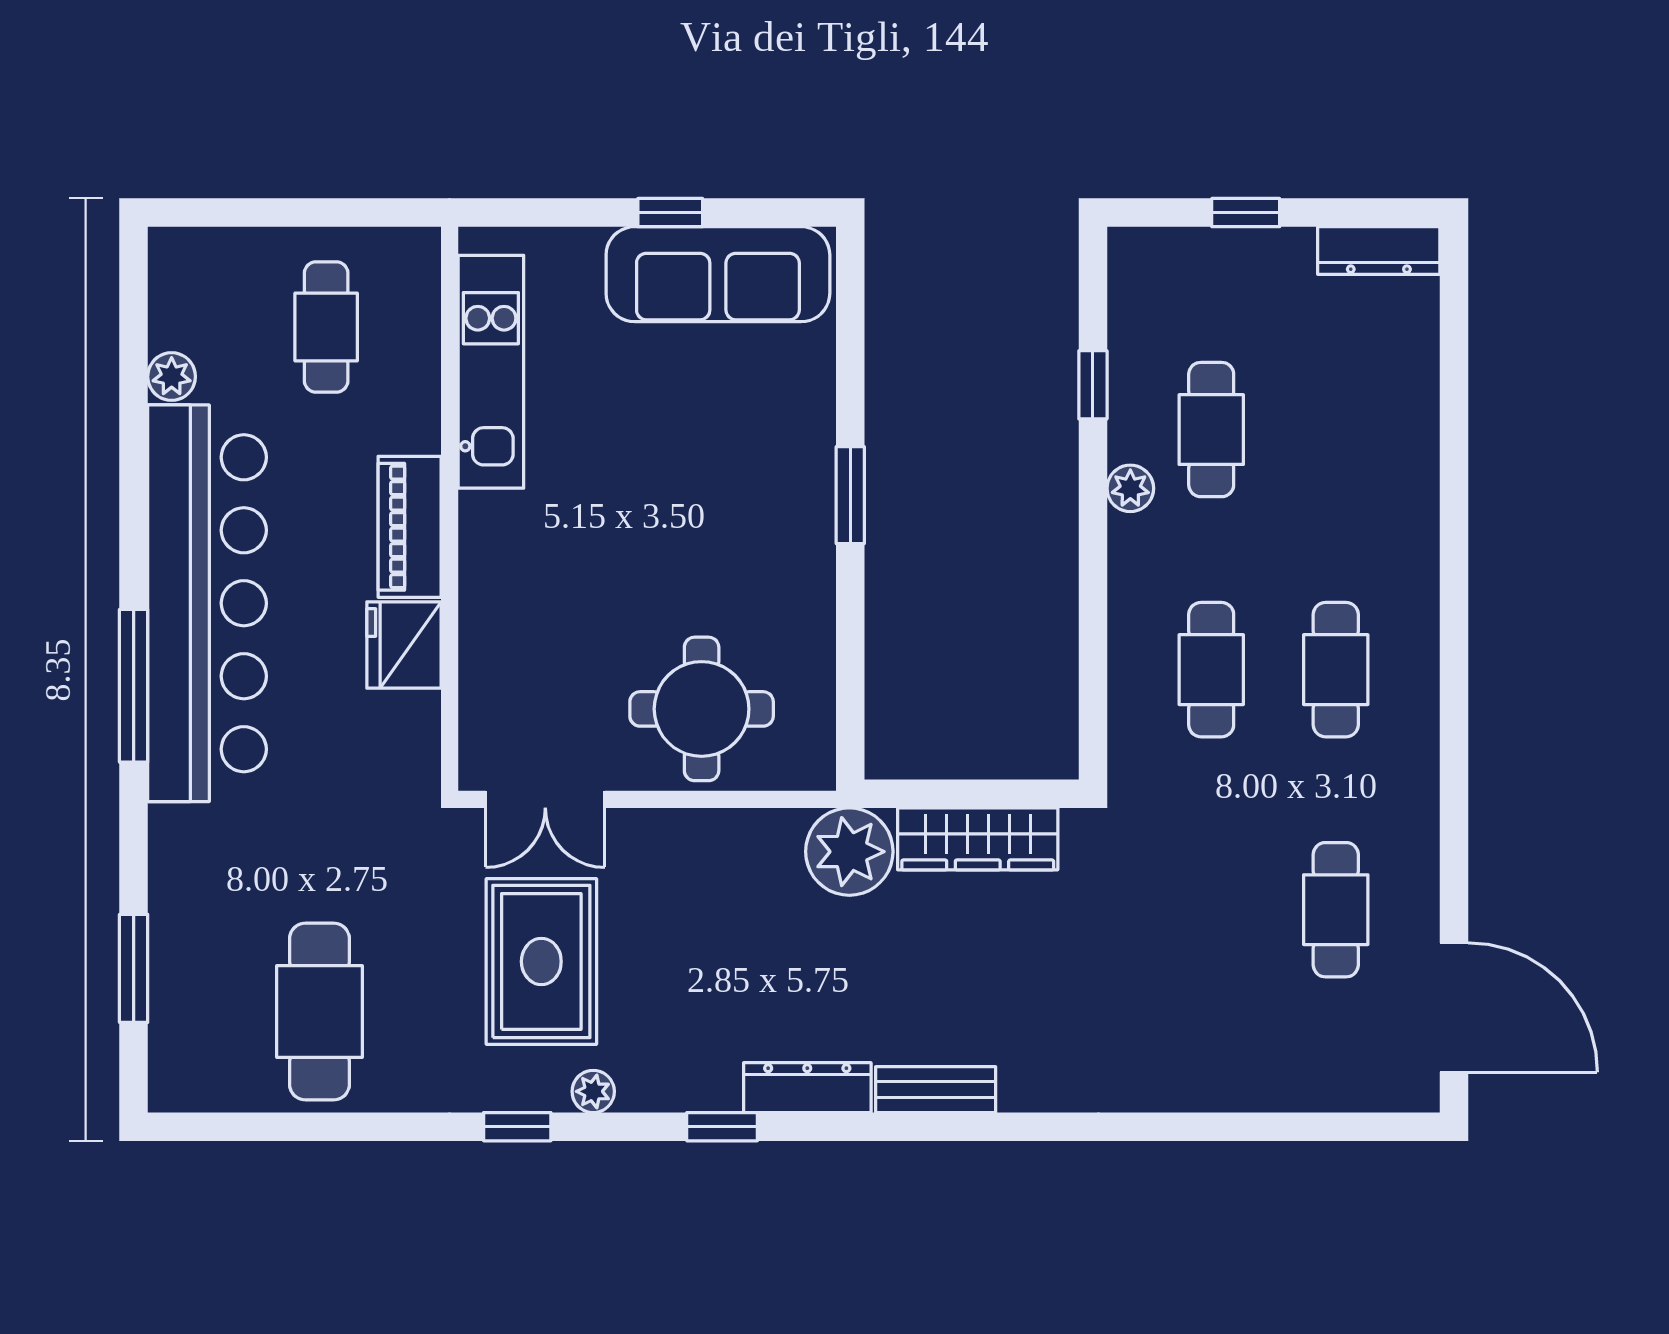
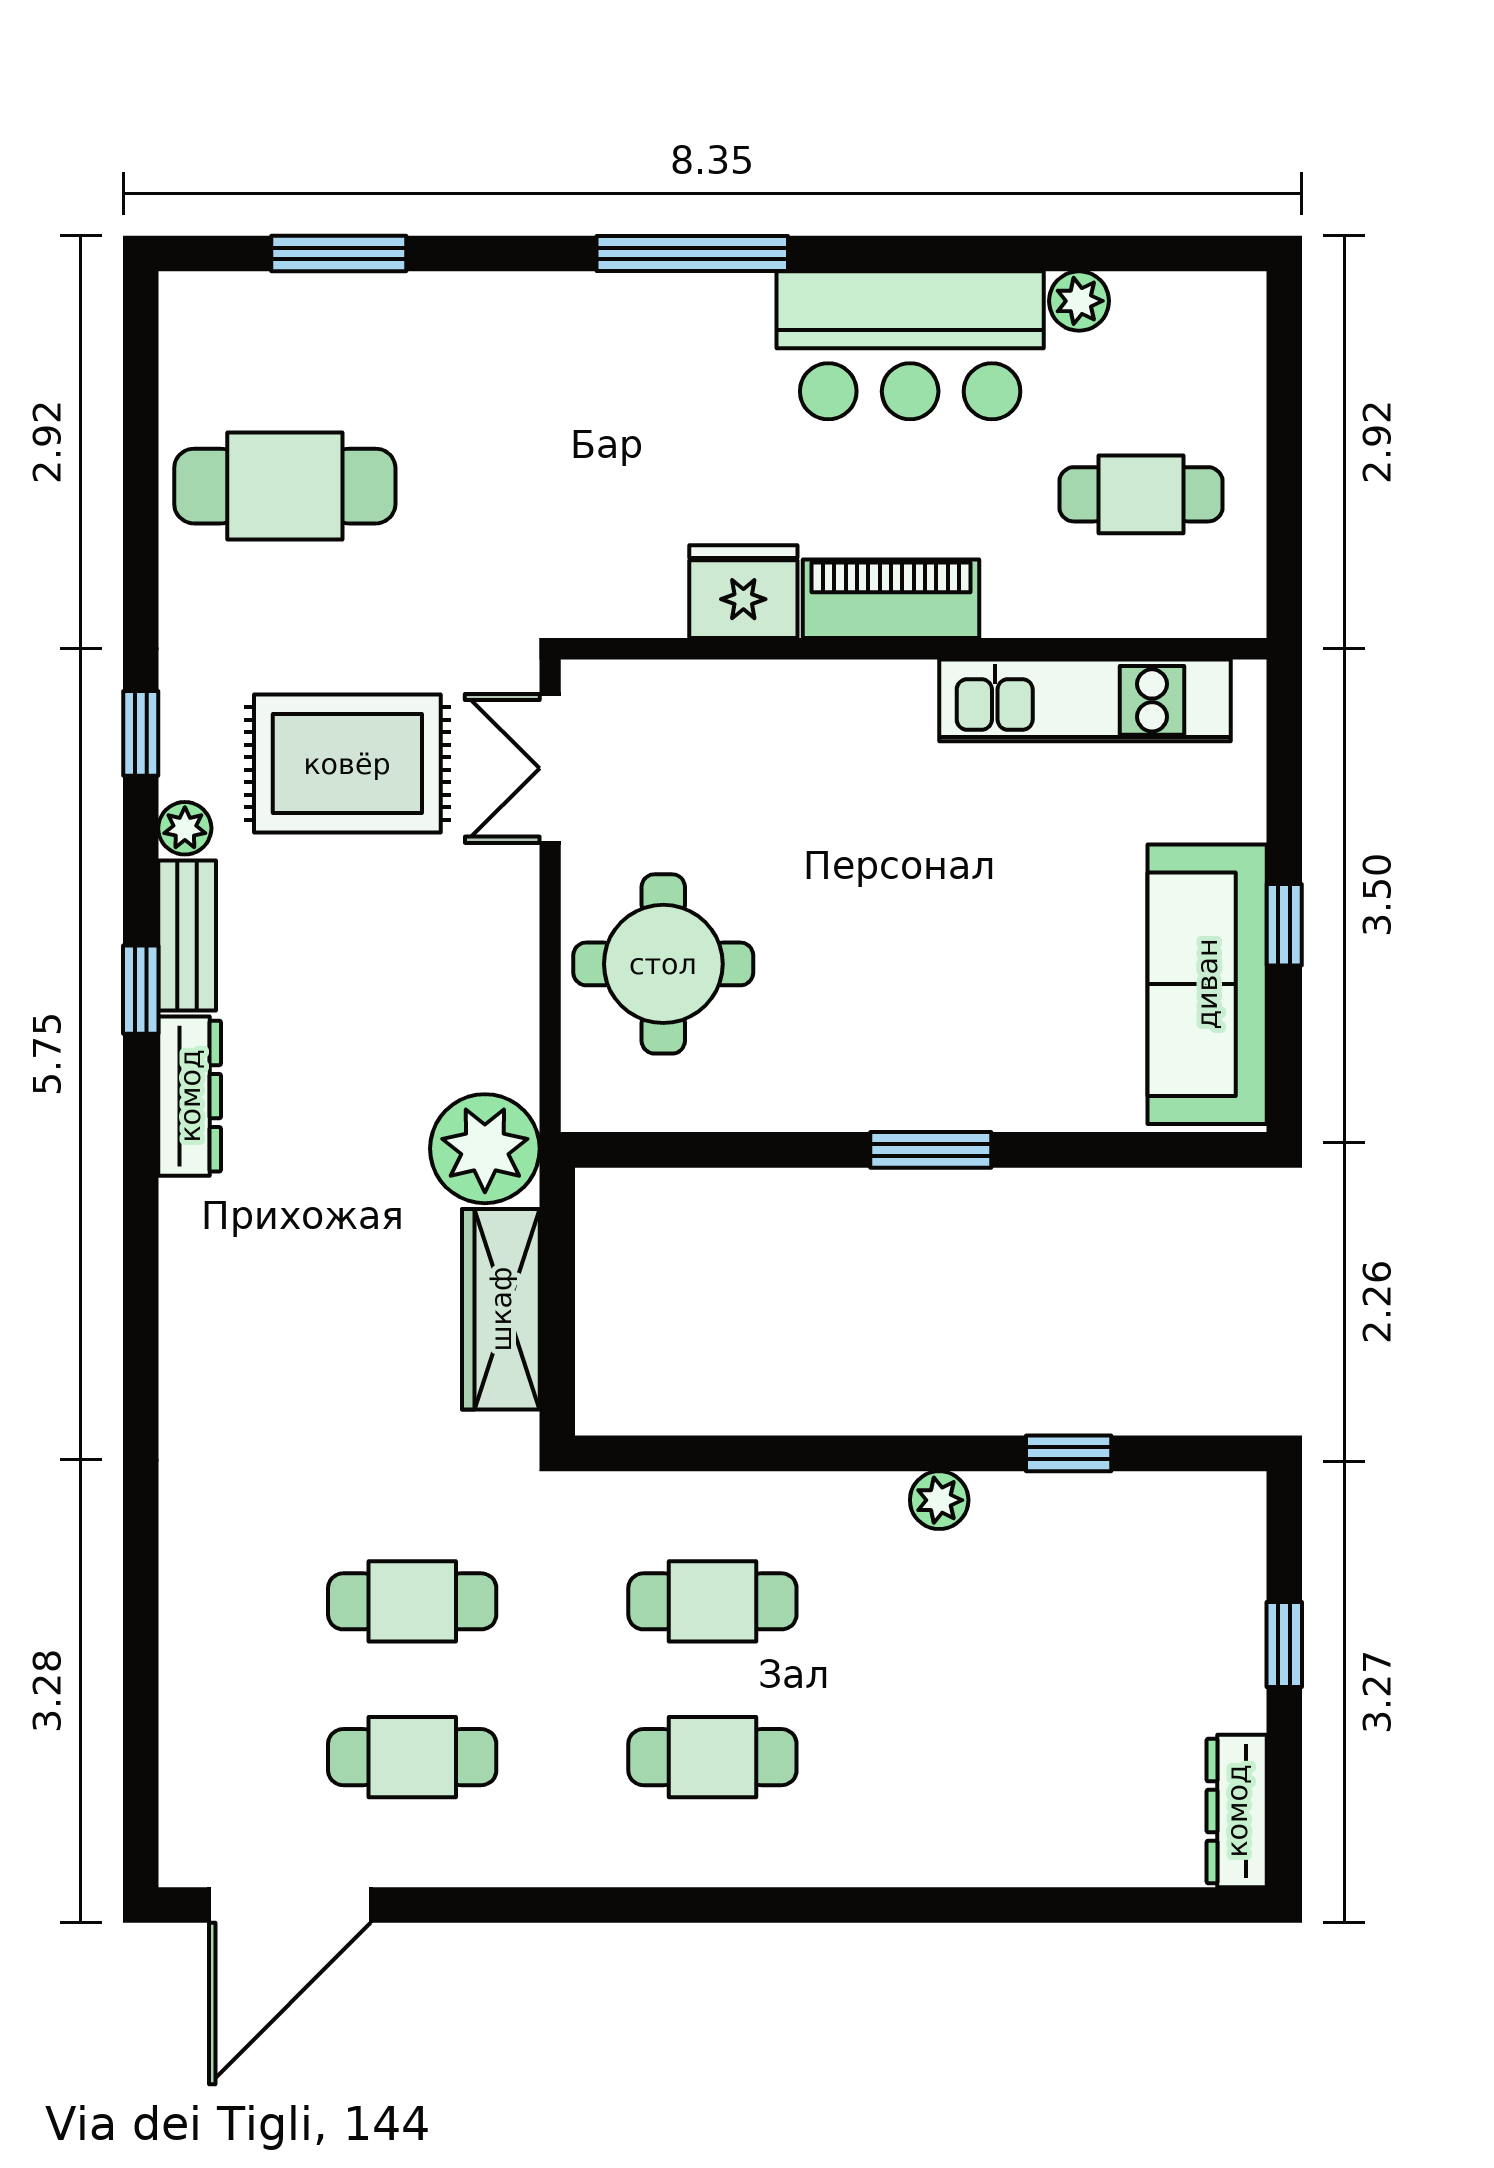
cafe table: (1211, 430) -> (412, 1601), moved
bar counter: (207, 603) -> (910, 345), width x0.54
bench: (936, 1090) -> (187, 936), moved

